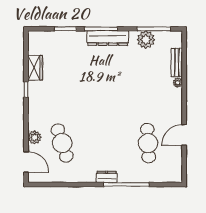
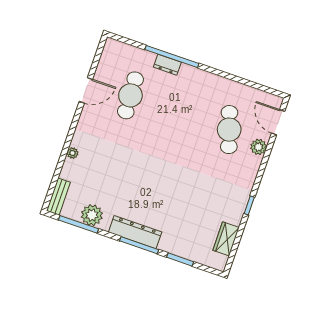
bench: (177, 63) -> (58, 197), moved
wardrobe: (35, 68) -> (226, 239), moved
dresser: (107, 177) -> (167, 65), moved

